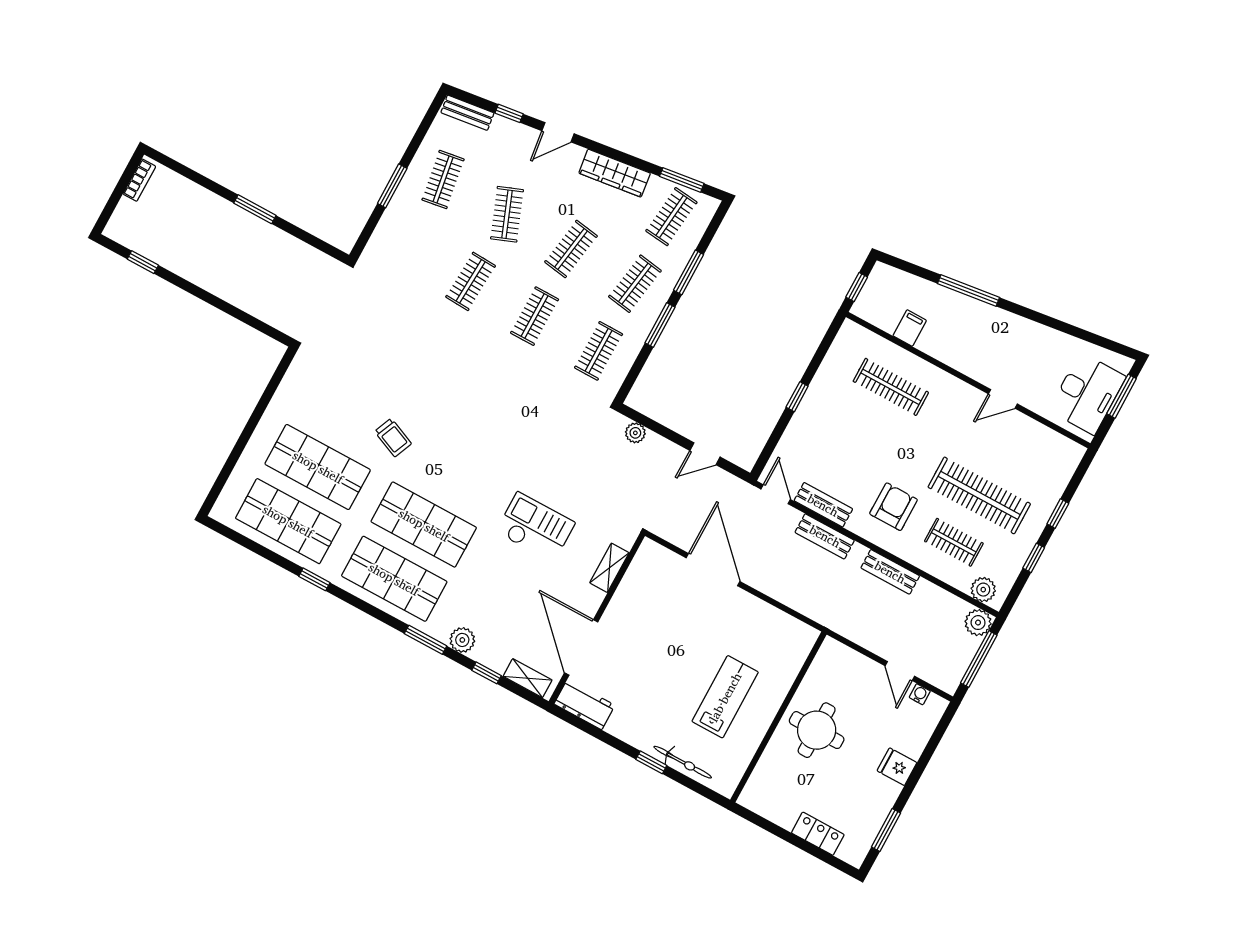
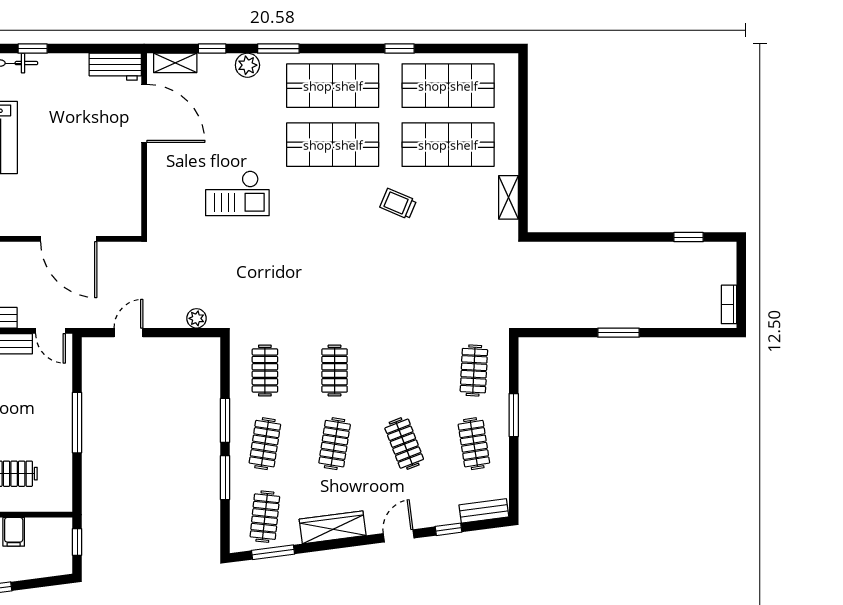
clothes rail: (471, 281) -> (474, 371), moved
window: (797, 397) -> (77, 423), width x2.17
shelving: (609, 568) -> (509, 197), moved

